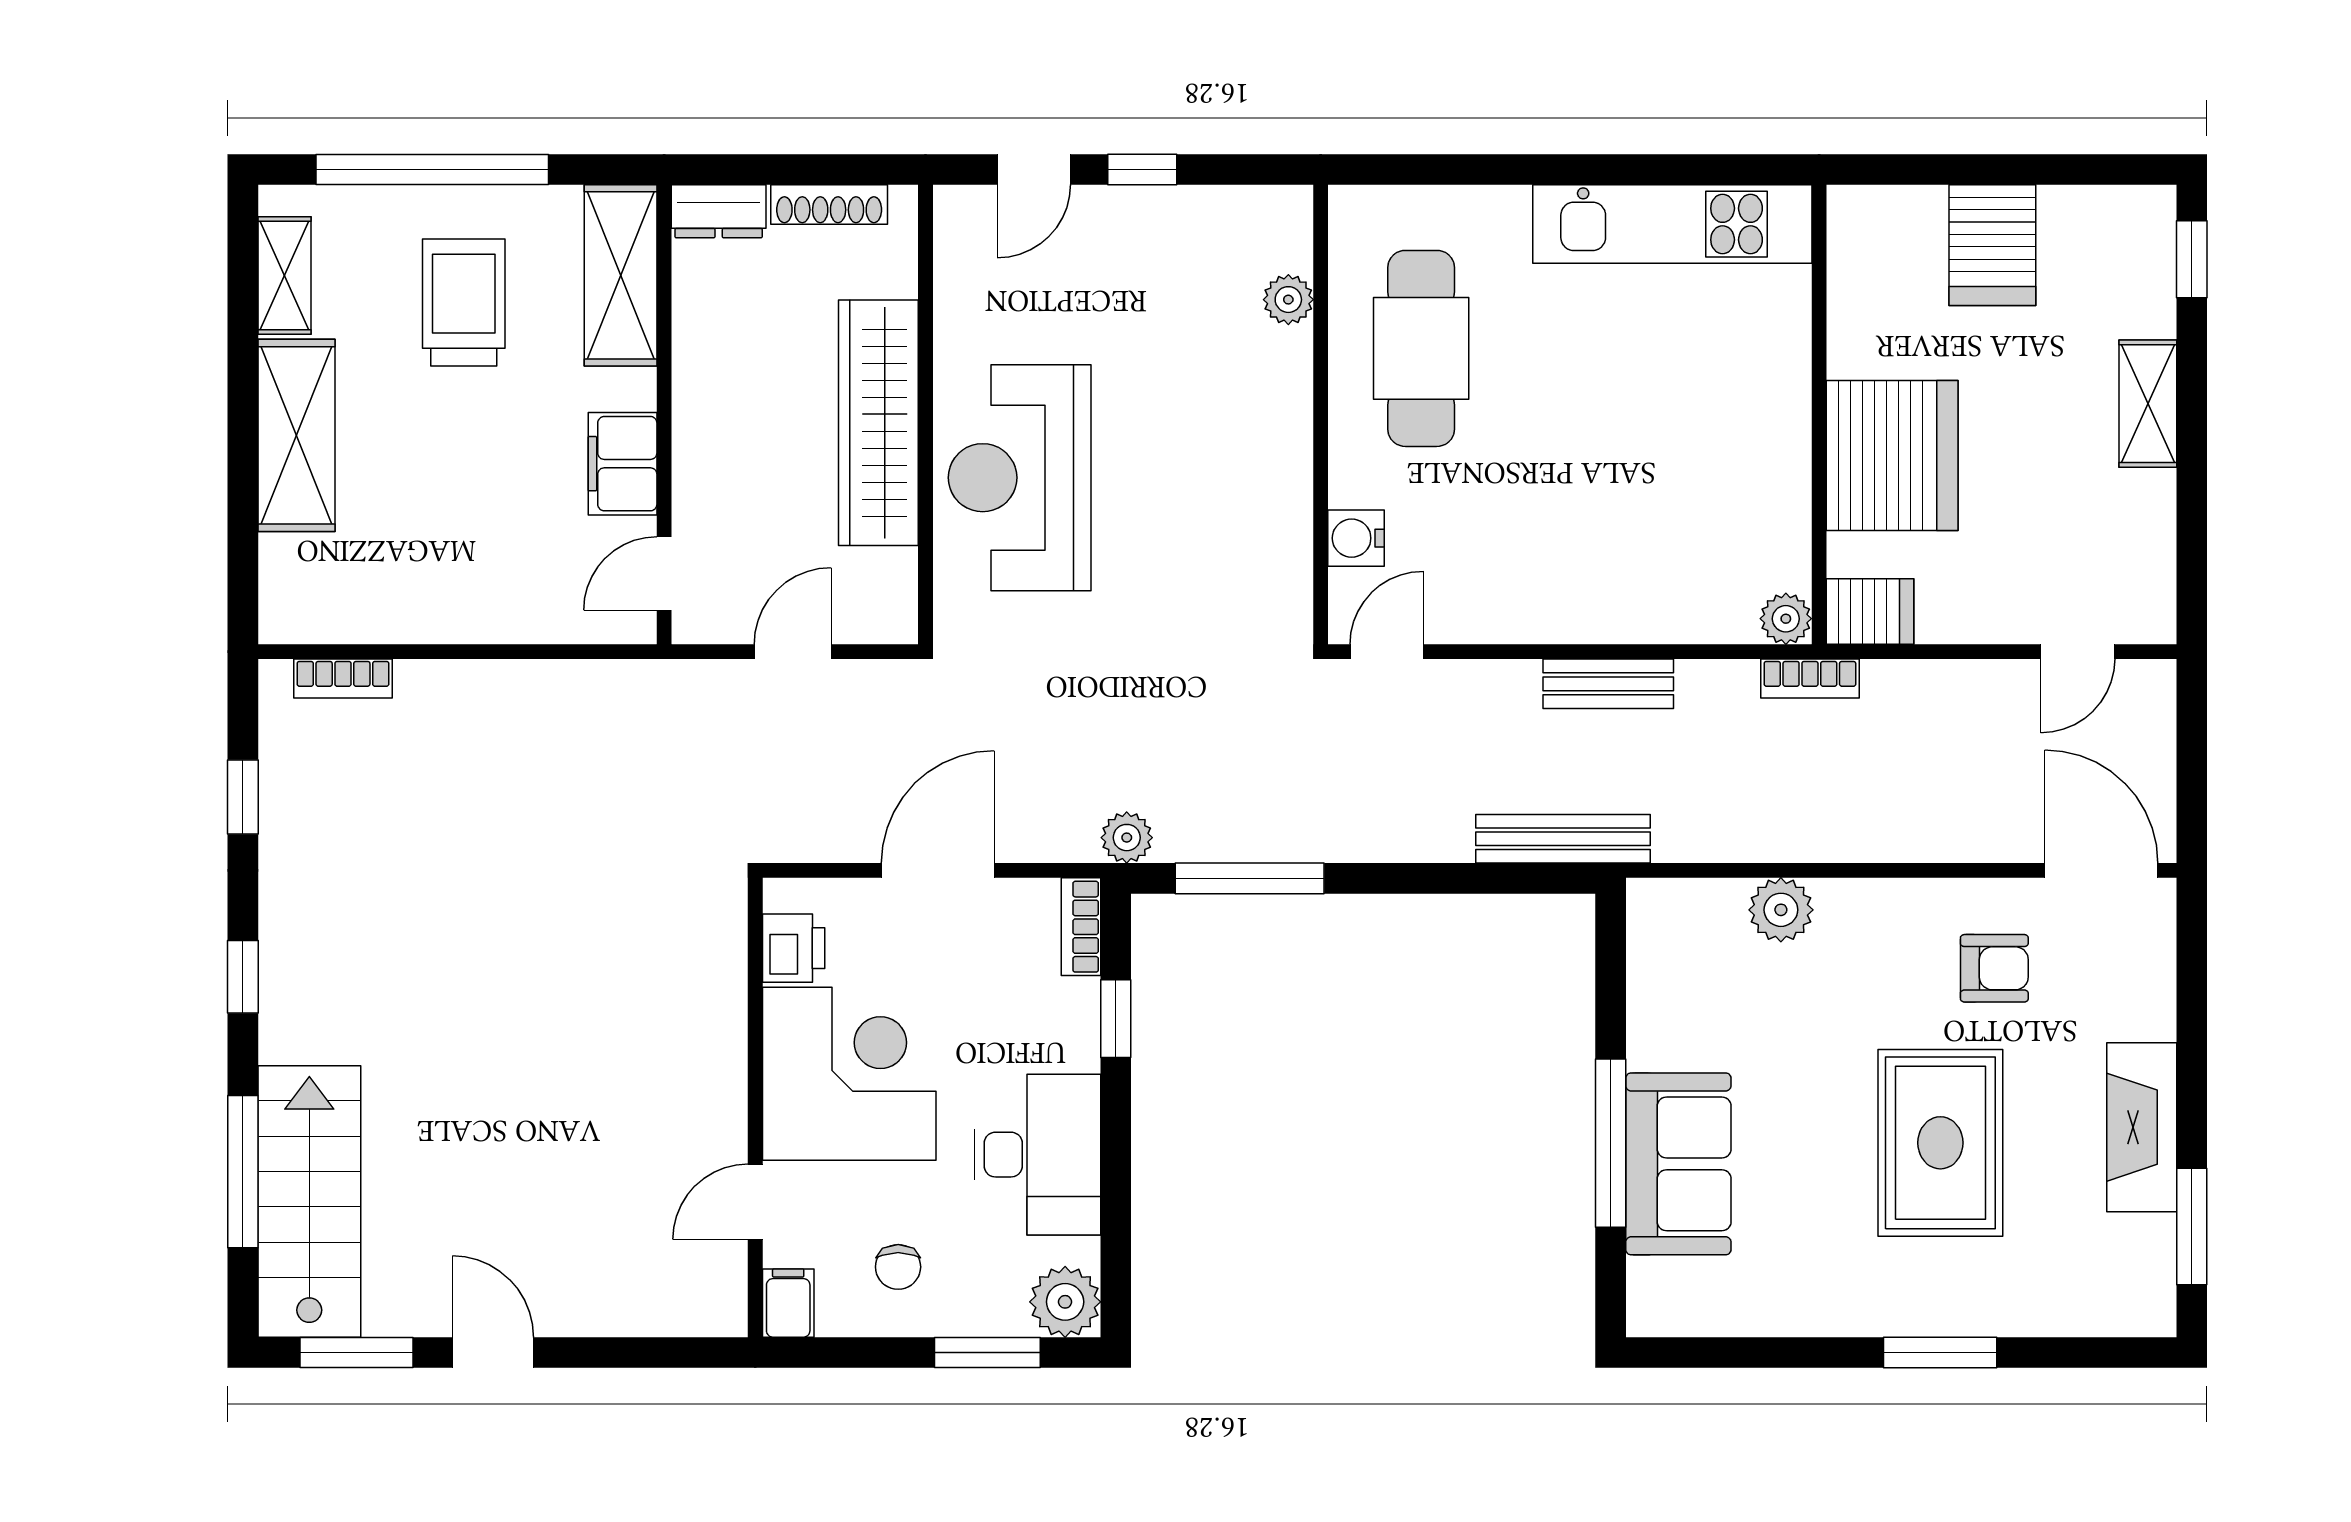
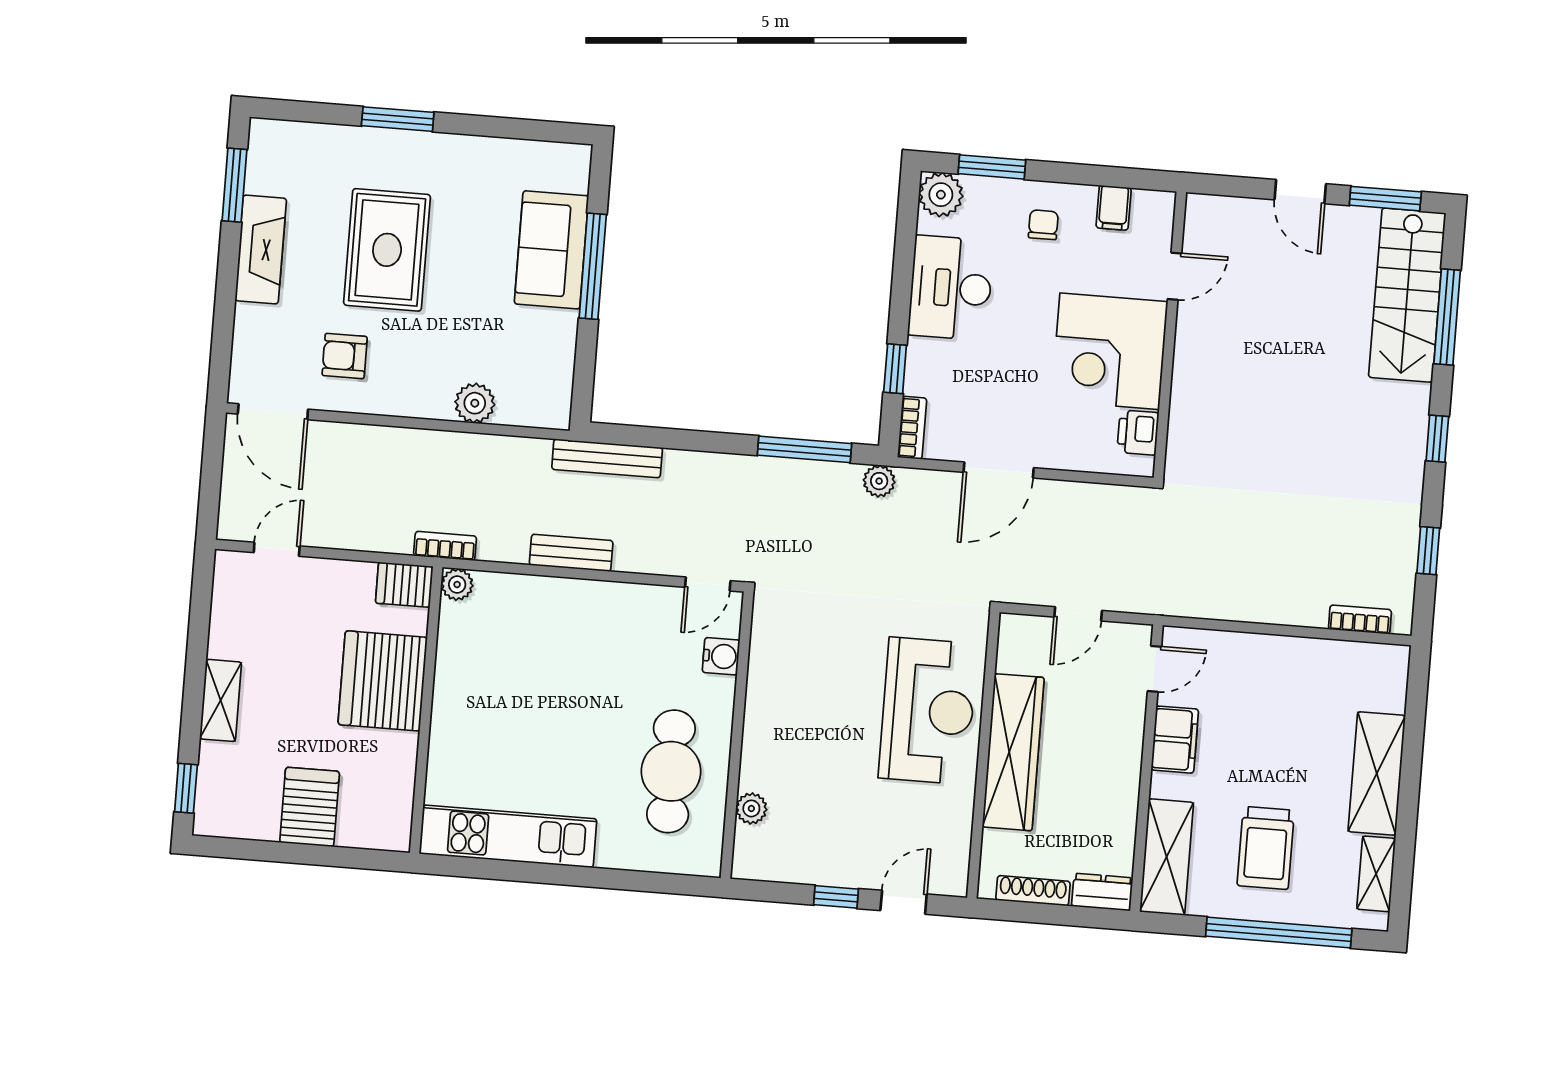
printer: (794, 948) -> (1138, 432), moved
corner desk: (849, 1074) -> (1110, 351), moved
wall: (755, 1108) -> (1170, 335), moved
door: (755, 1202) -> (1175, 276), moved

